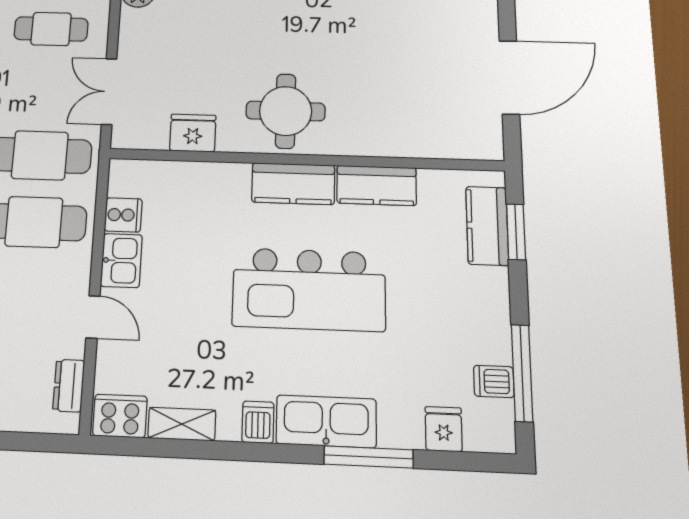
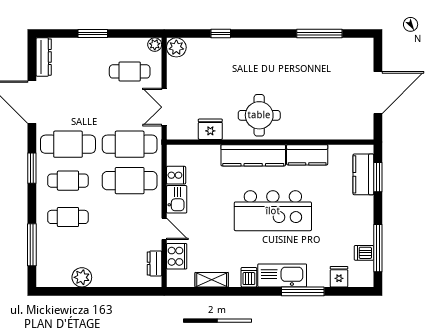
kitchen counter: (293, 184) -> (253, 155), width x1.50
cooker: (120, 416) -> (177, 256), moved, turned 90

